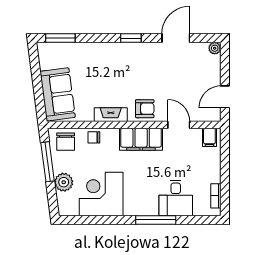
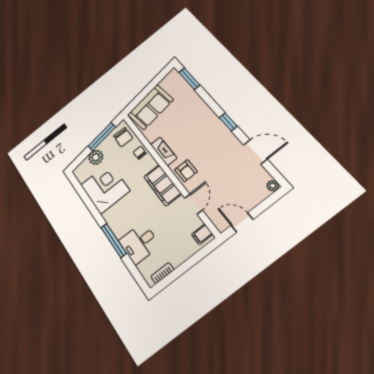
chair: (66, 142) -> (123, 137), turned -88

